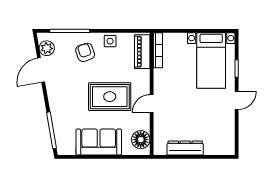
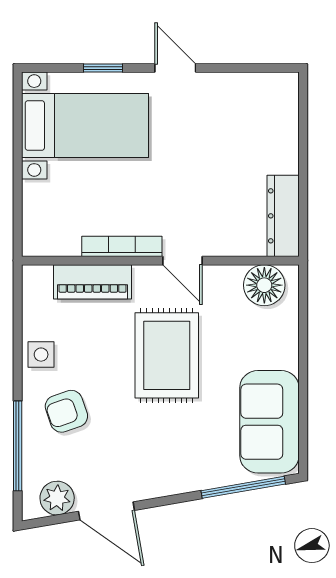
bookcase: (158, 50) -> (122, 246), moved
piano: (142, 52) -> (93, 282), moved
sofa: (99, 142) -> (269, 422), moved
dresser: (185, 148) -> (283, 216), moved

